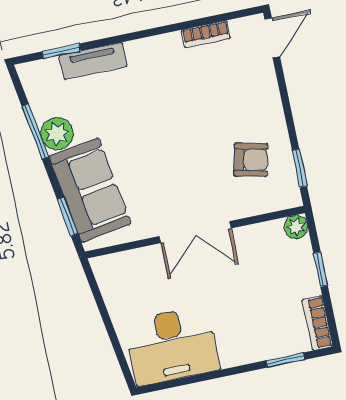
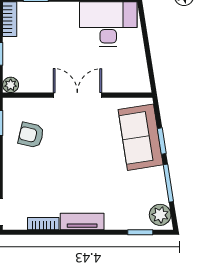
tv unit: (93, 61) -> (82, 221), moved
plant: (57, 134) -> (160, 215), moved
window: (68, 217) -> (162, 141), moved

